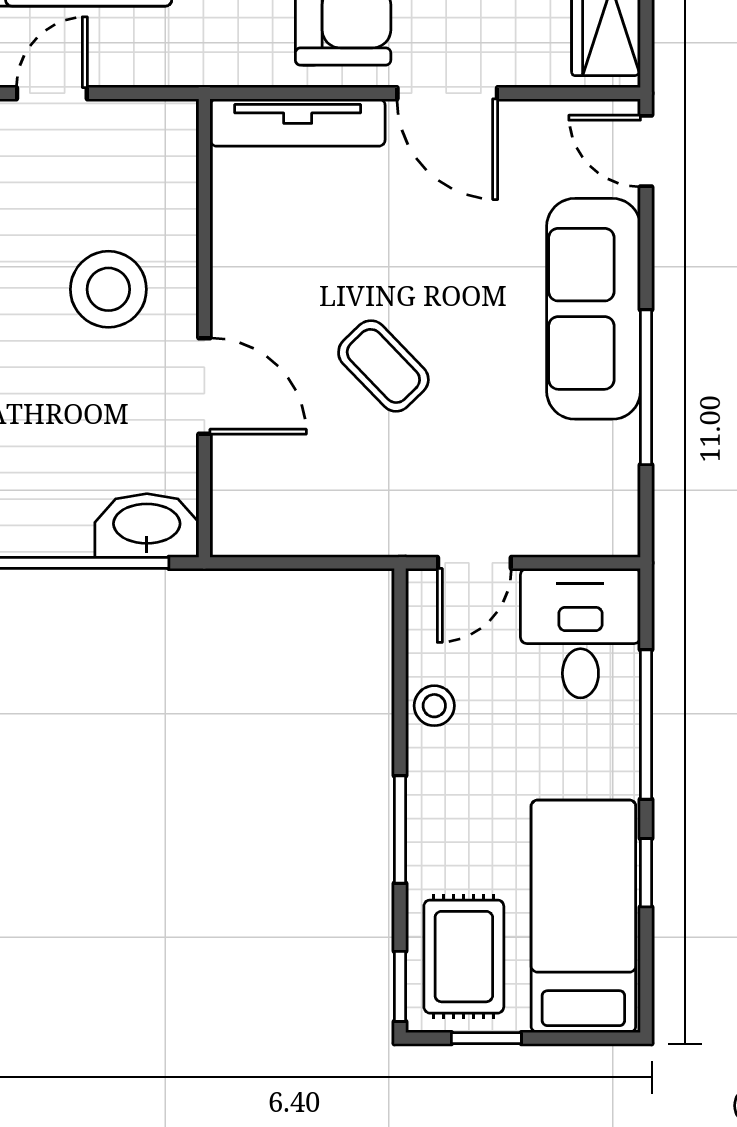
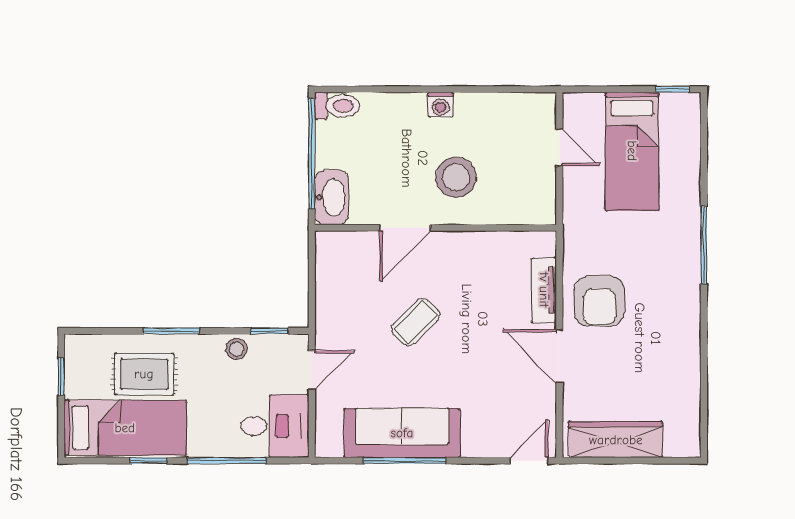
door: (447, 93) -> (559, 356), hinge flipped
tv unit: (298, 122) -> (544, 290), width x0.71
sofa: (594, 309) -> (402, 433), moved
door: (474, 563) -> (312, 370), swing flipped
rug: (464, 957) -> (144, 374), moved
window: (400, 986) -> (269, 331), moved

